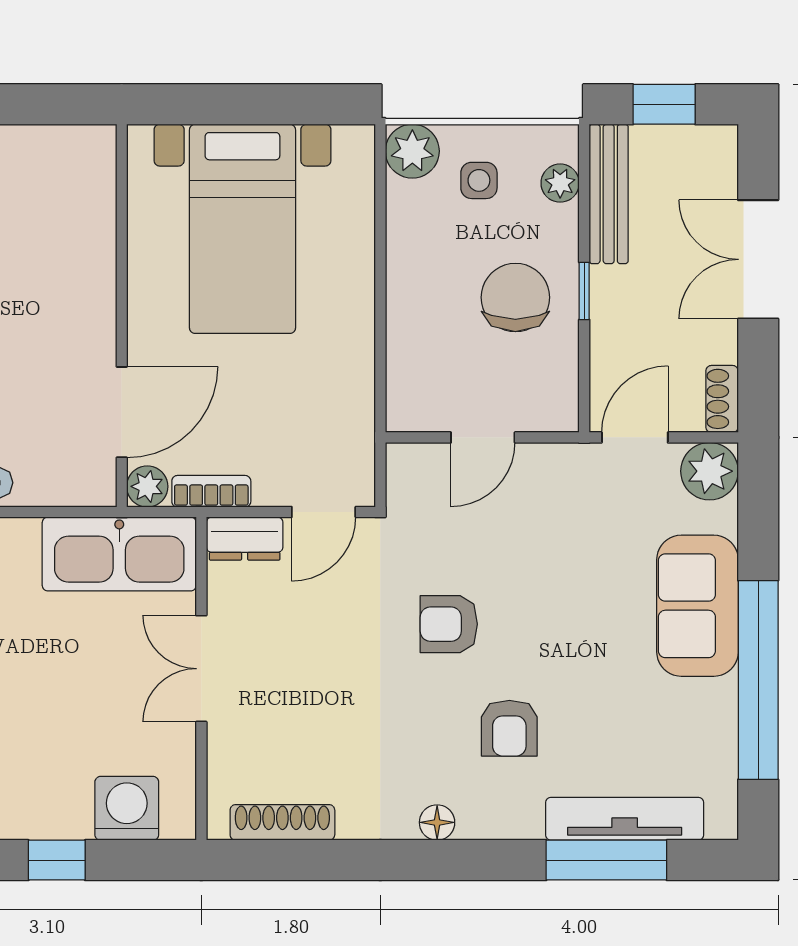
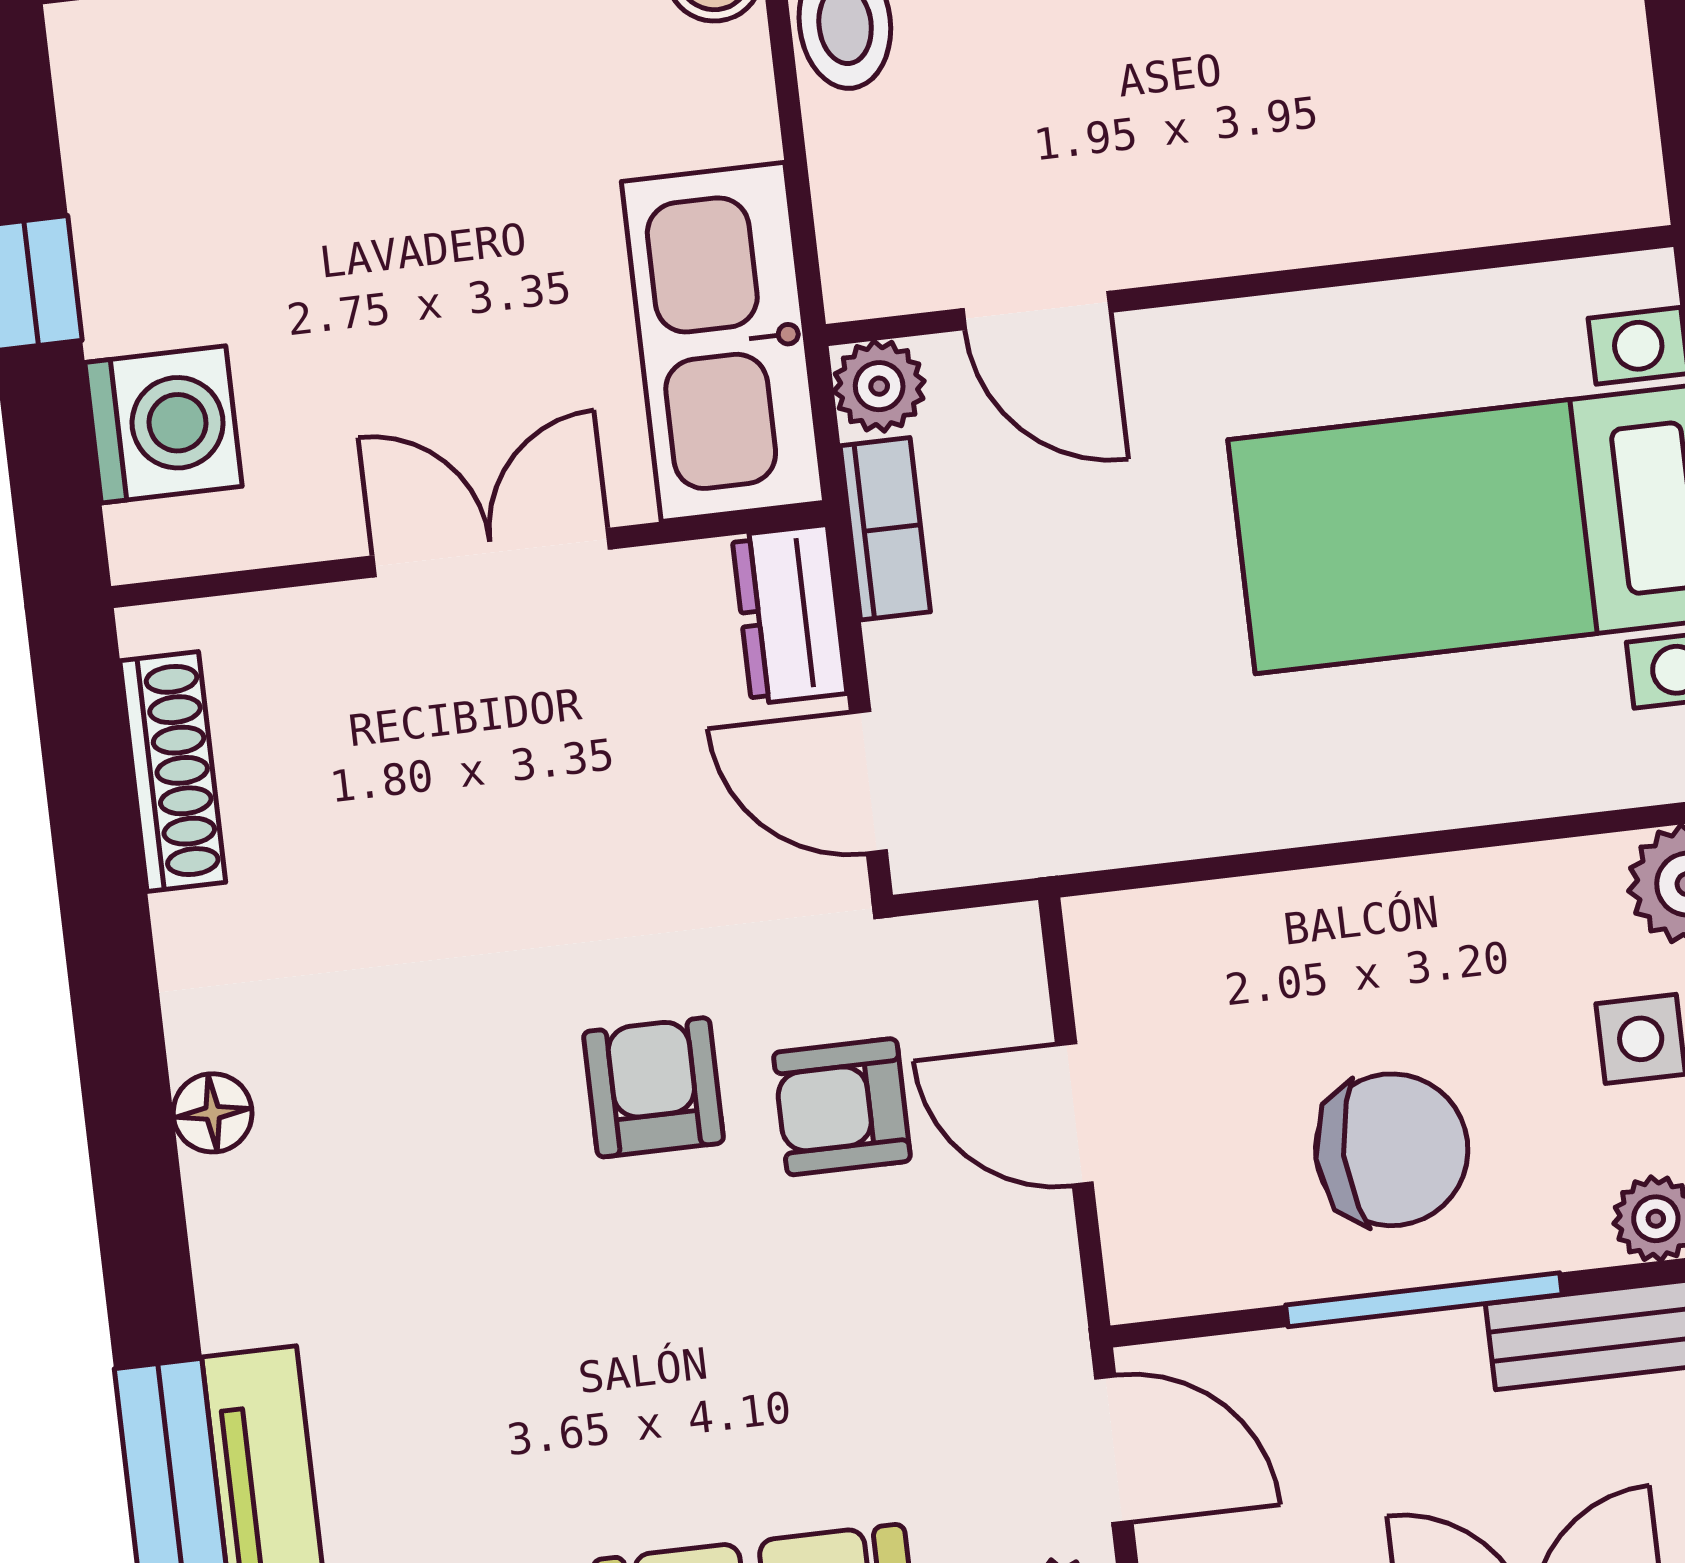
window: (584, 291) -> (1424, 1300), width x2.17
door: (122, 412) -> (1037, 311), width x0.73
armchair: (509, 728) -> (842, 1107), moved

